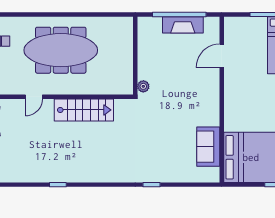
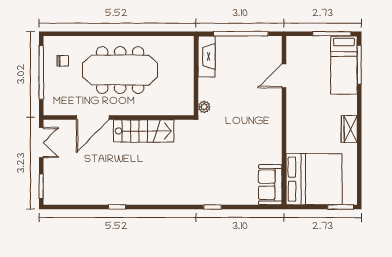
fireplace: (183, 25) -> (207, 56), moved, turned -90
door: (34, 97) -> (93, 117), width x1.87
sofa: (208, 147) -> (270, 185), moved

